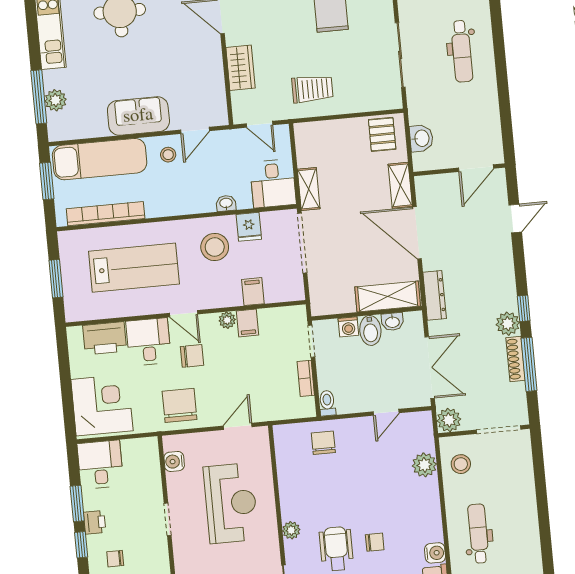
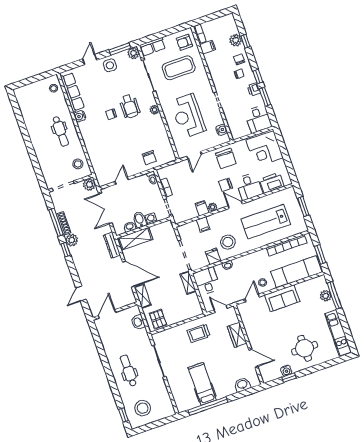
plant: (424, 465) -> (96, 159), removed

